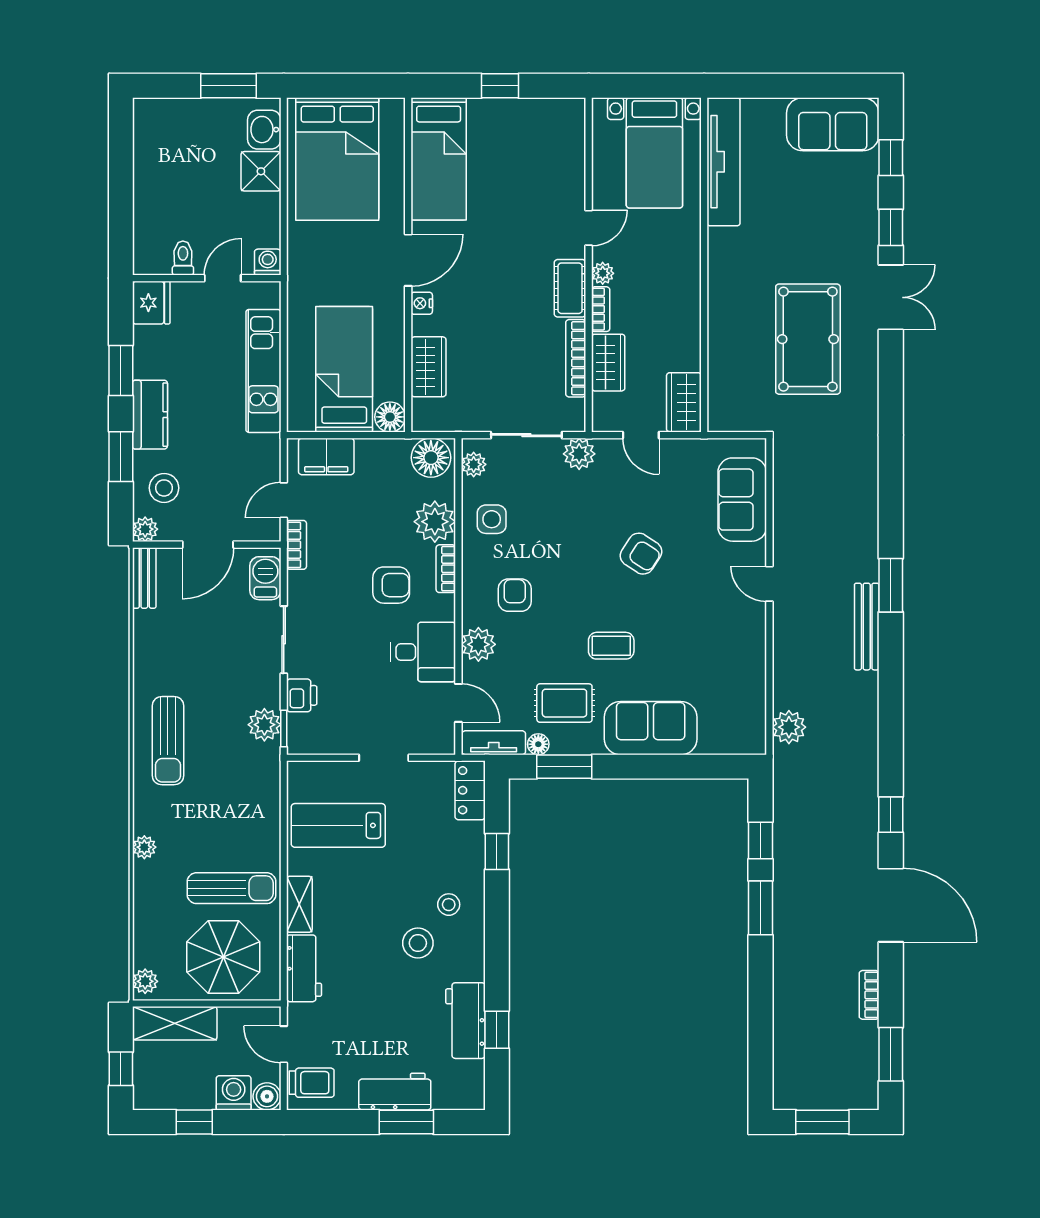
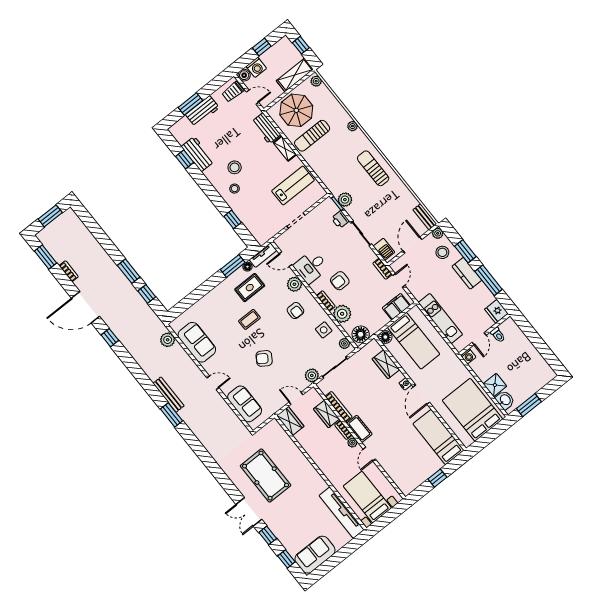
window: (121, 370) -> (489, 280), width x1.44
sofa: (651, 728) -> (197, 342), moved, turned -90
locker: (470, 790) -> (258, 233), removed

